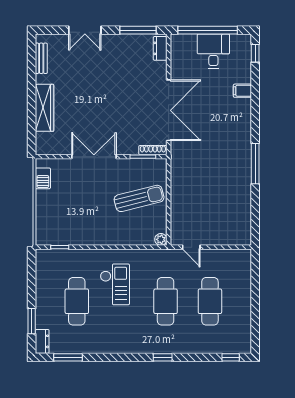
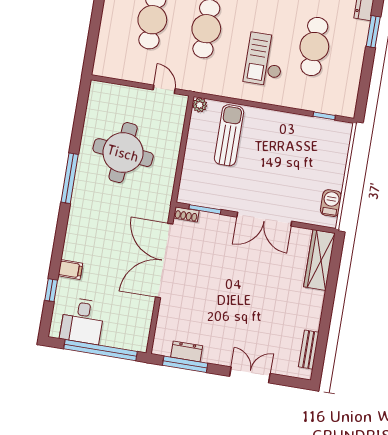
dresser: (160, 48) -> (187, 351), moved, turned -90
desk: (213, 51) -> (82, 321), moved
window: (255, 53) -> (51, 290), moved
wardrobe: (45, 108) -> (319, 260), moved
shoe rack: (153, 150) -> (186, 214), width x0.70
round table: (216, 191) -> (123, 153), added
sun lounger: (139, 198) -> (229, 135), moved, turned 104

